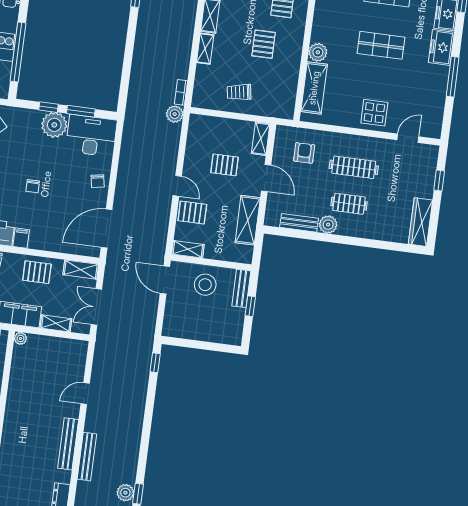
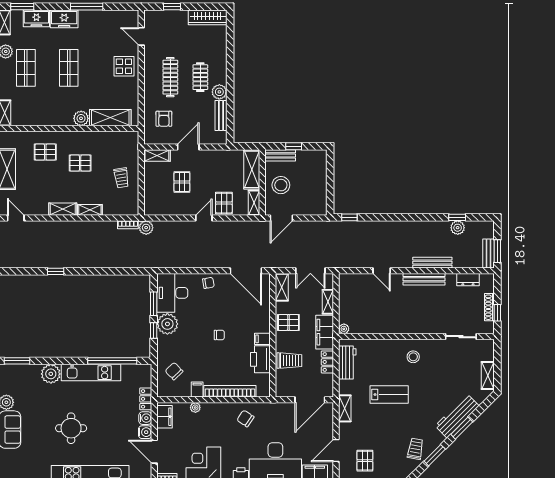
armchair: (304, 153) -> (164, 119), turned -90
shelving: (248, 220) -> (252, 169), moved, turned 90
pallet: (37, 272) -> (288, 322), turned 90

